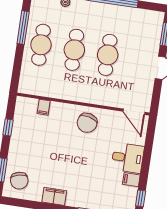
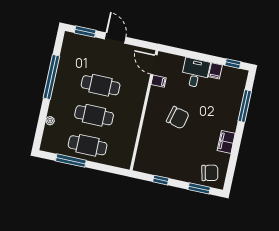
filing cabinet: (44, 107) -> (159, 81), moved
door: (134, 112) -> (154, 65), swing flipped
chair: (87, 123) -> (178, 118), moved

